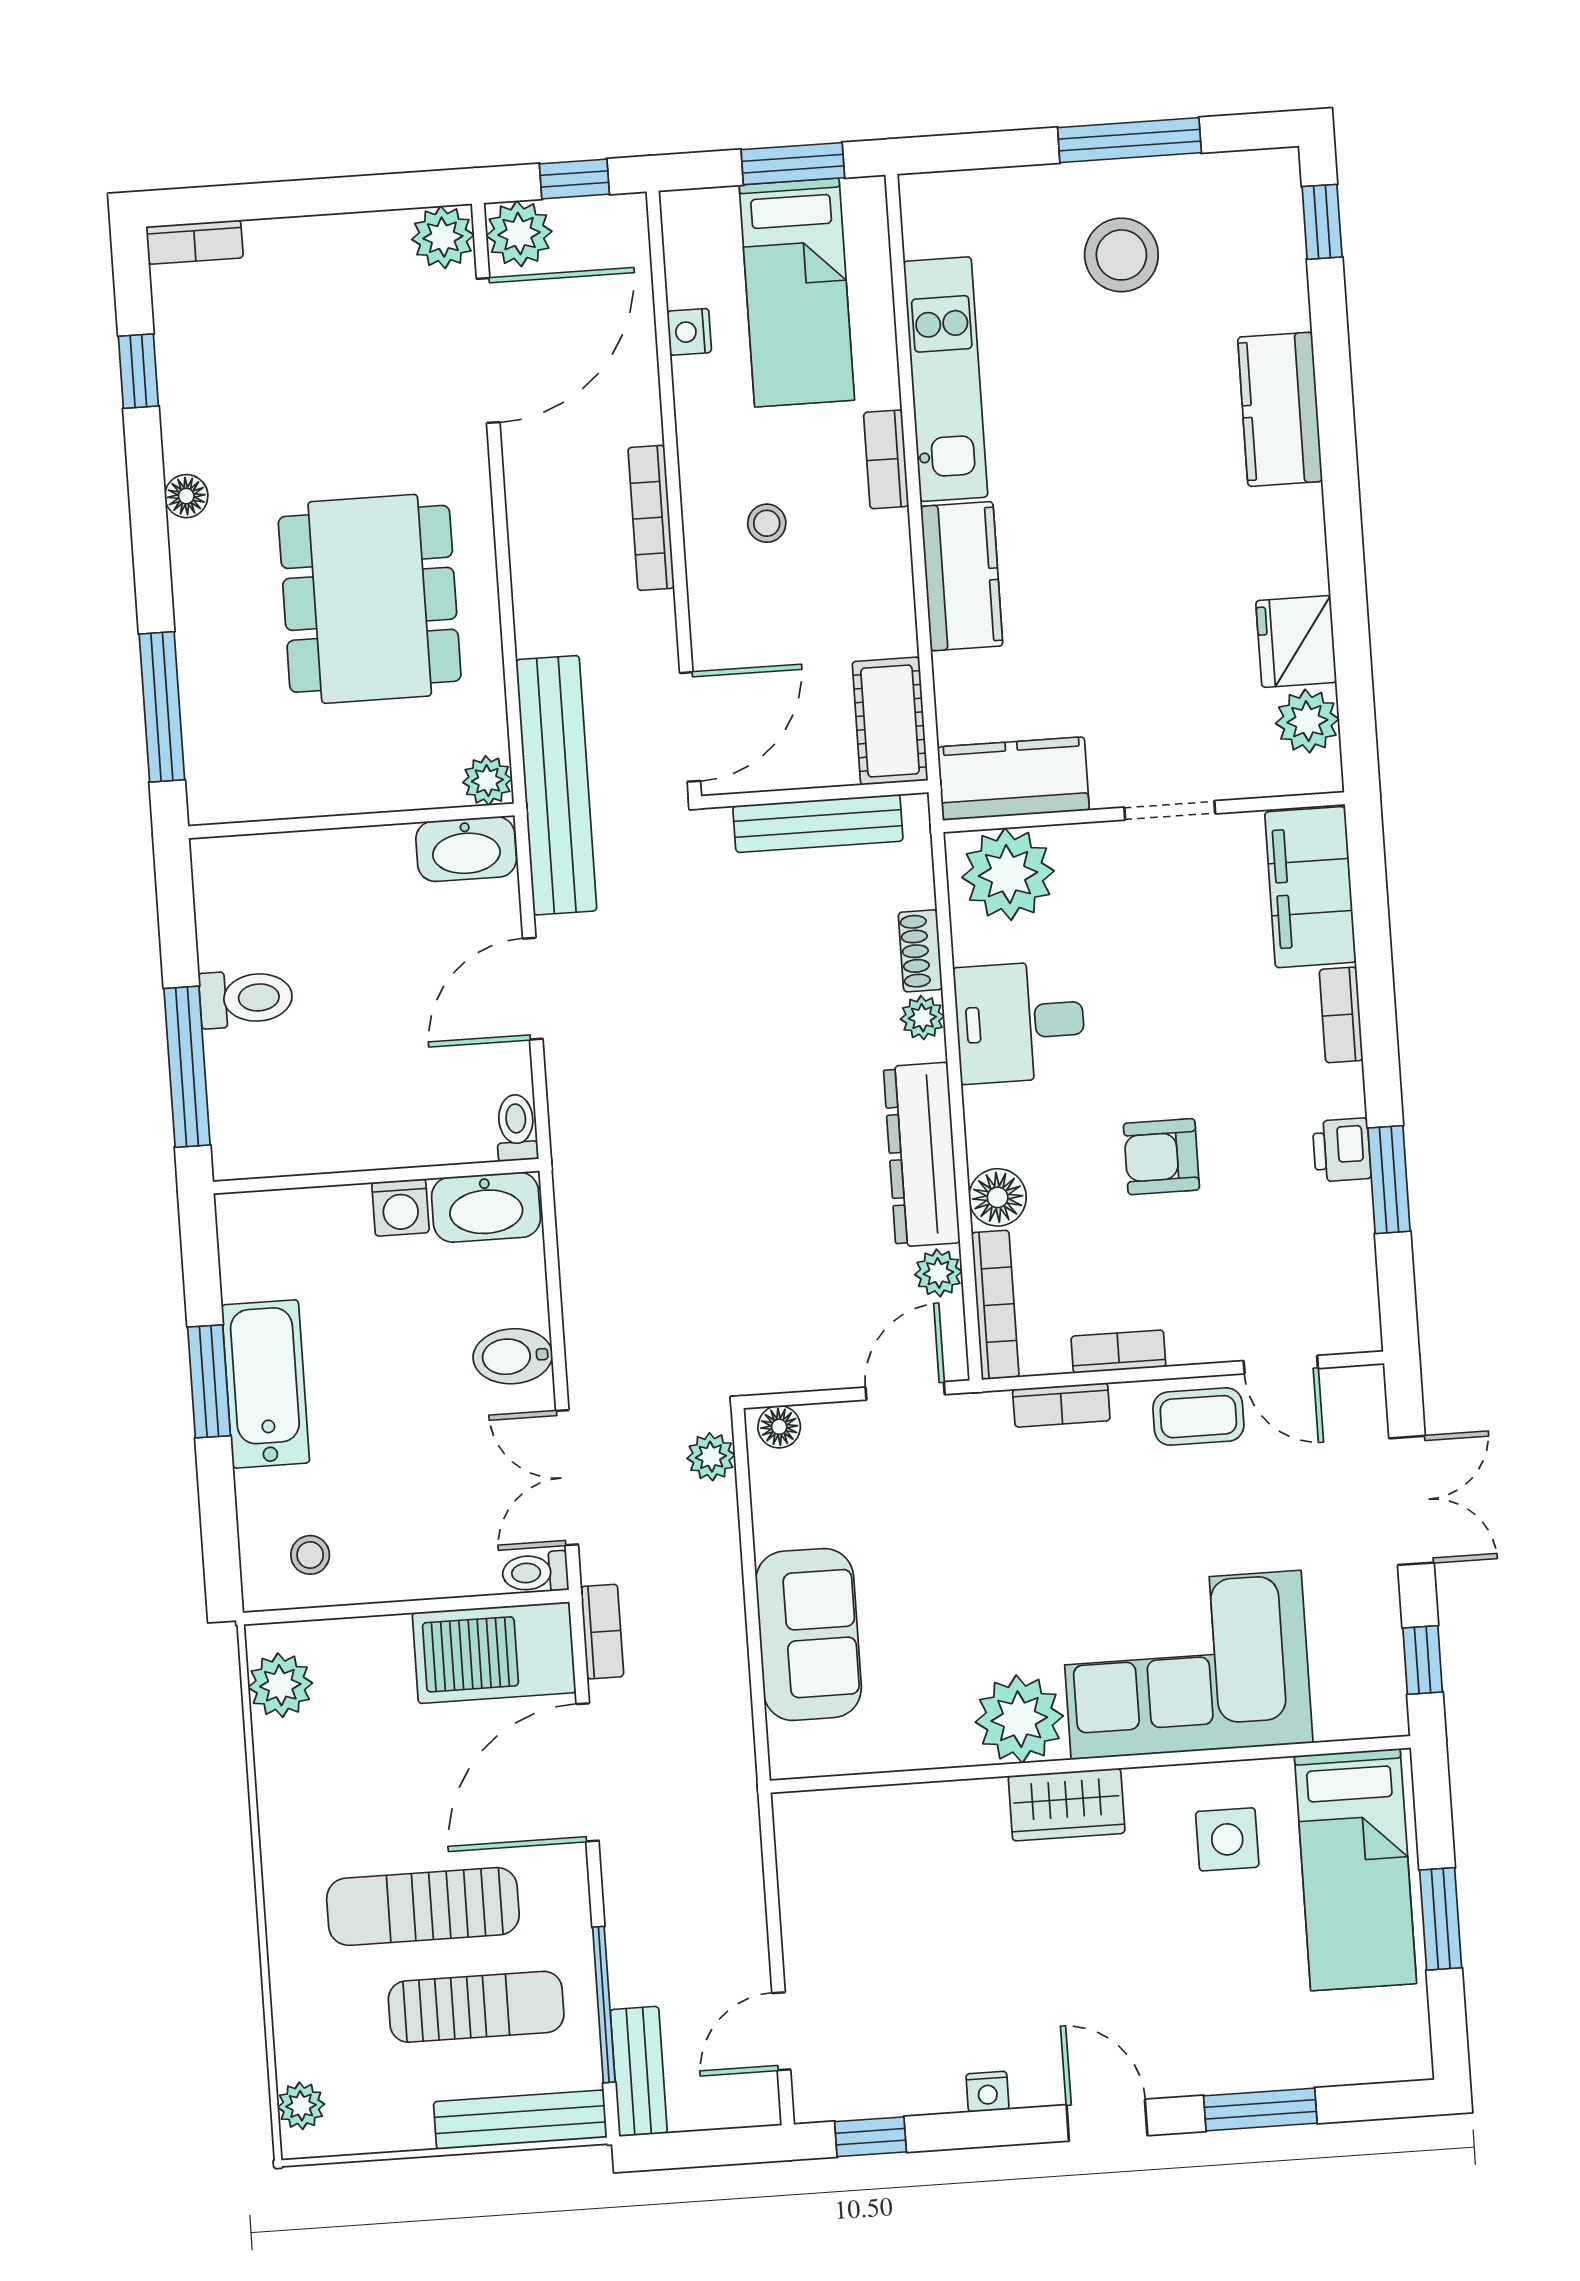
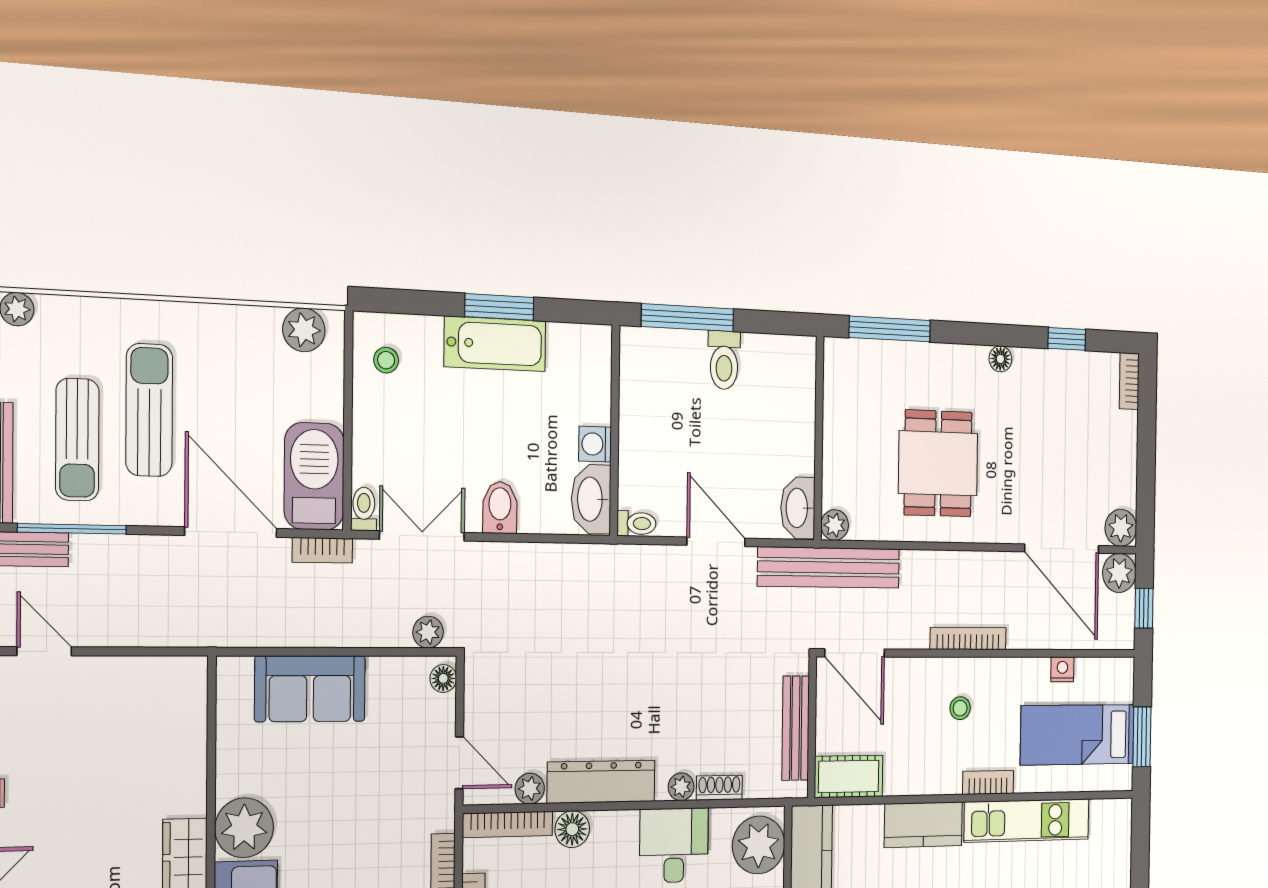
dining table: (370, 599) -> (938, 463), width x0.73

